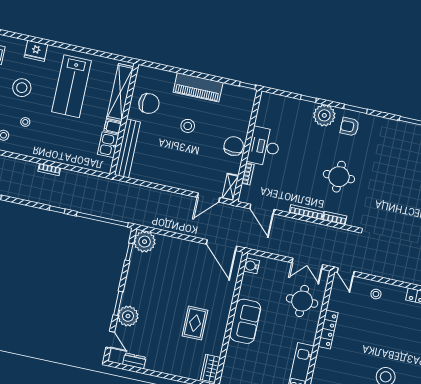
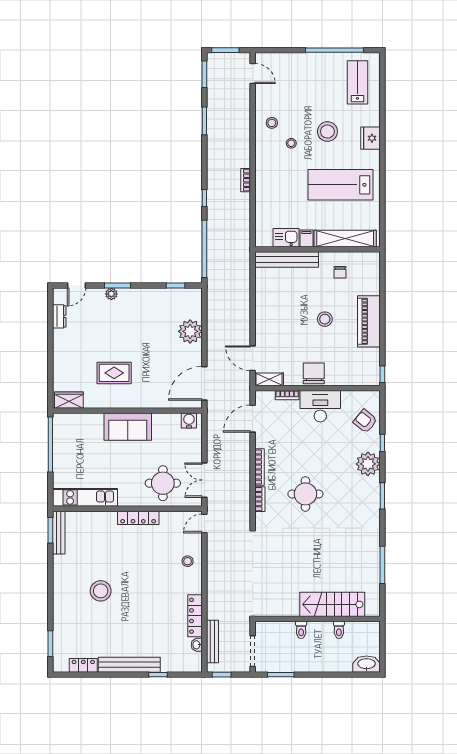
chair: (149, 104) -> (340, 272), width x0.54, depth x0.54
armchair: (350, 127) -> (365, 421), moved, turned -51
chair: (234, 146) -> (314, 373), turned -90
plant: (145, 242) -> (190, 331), moved
plant: (128, 316) -> (111, 294), width x0.53, depth x0.53

